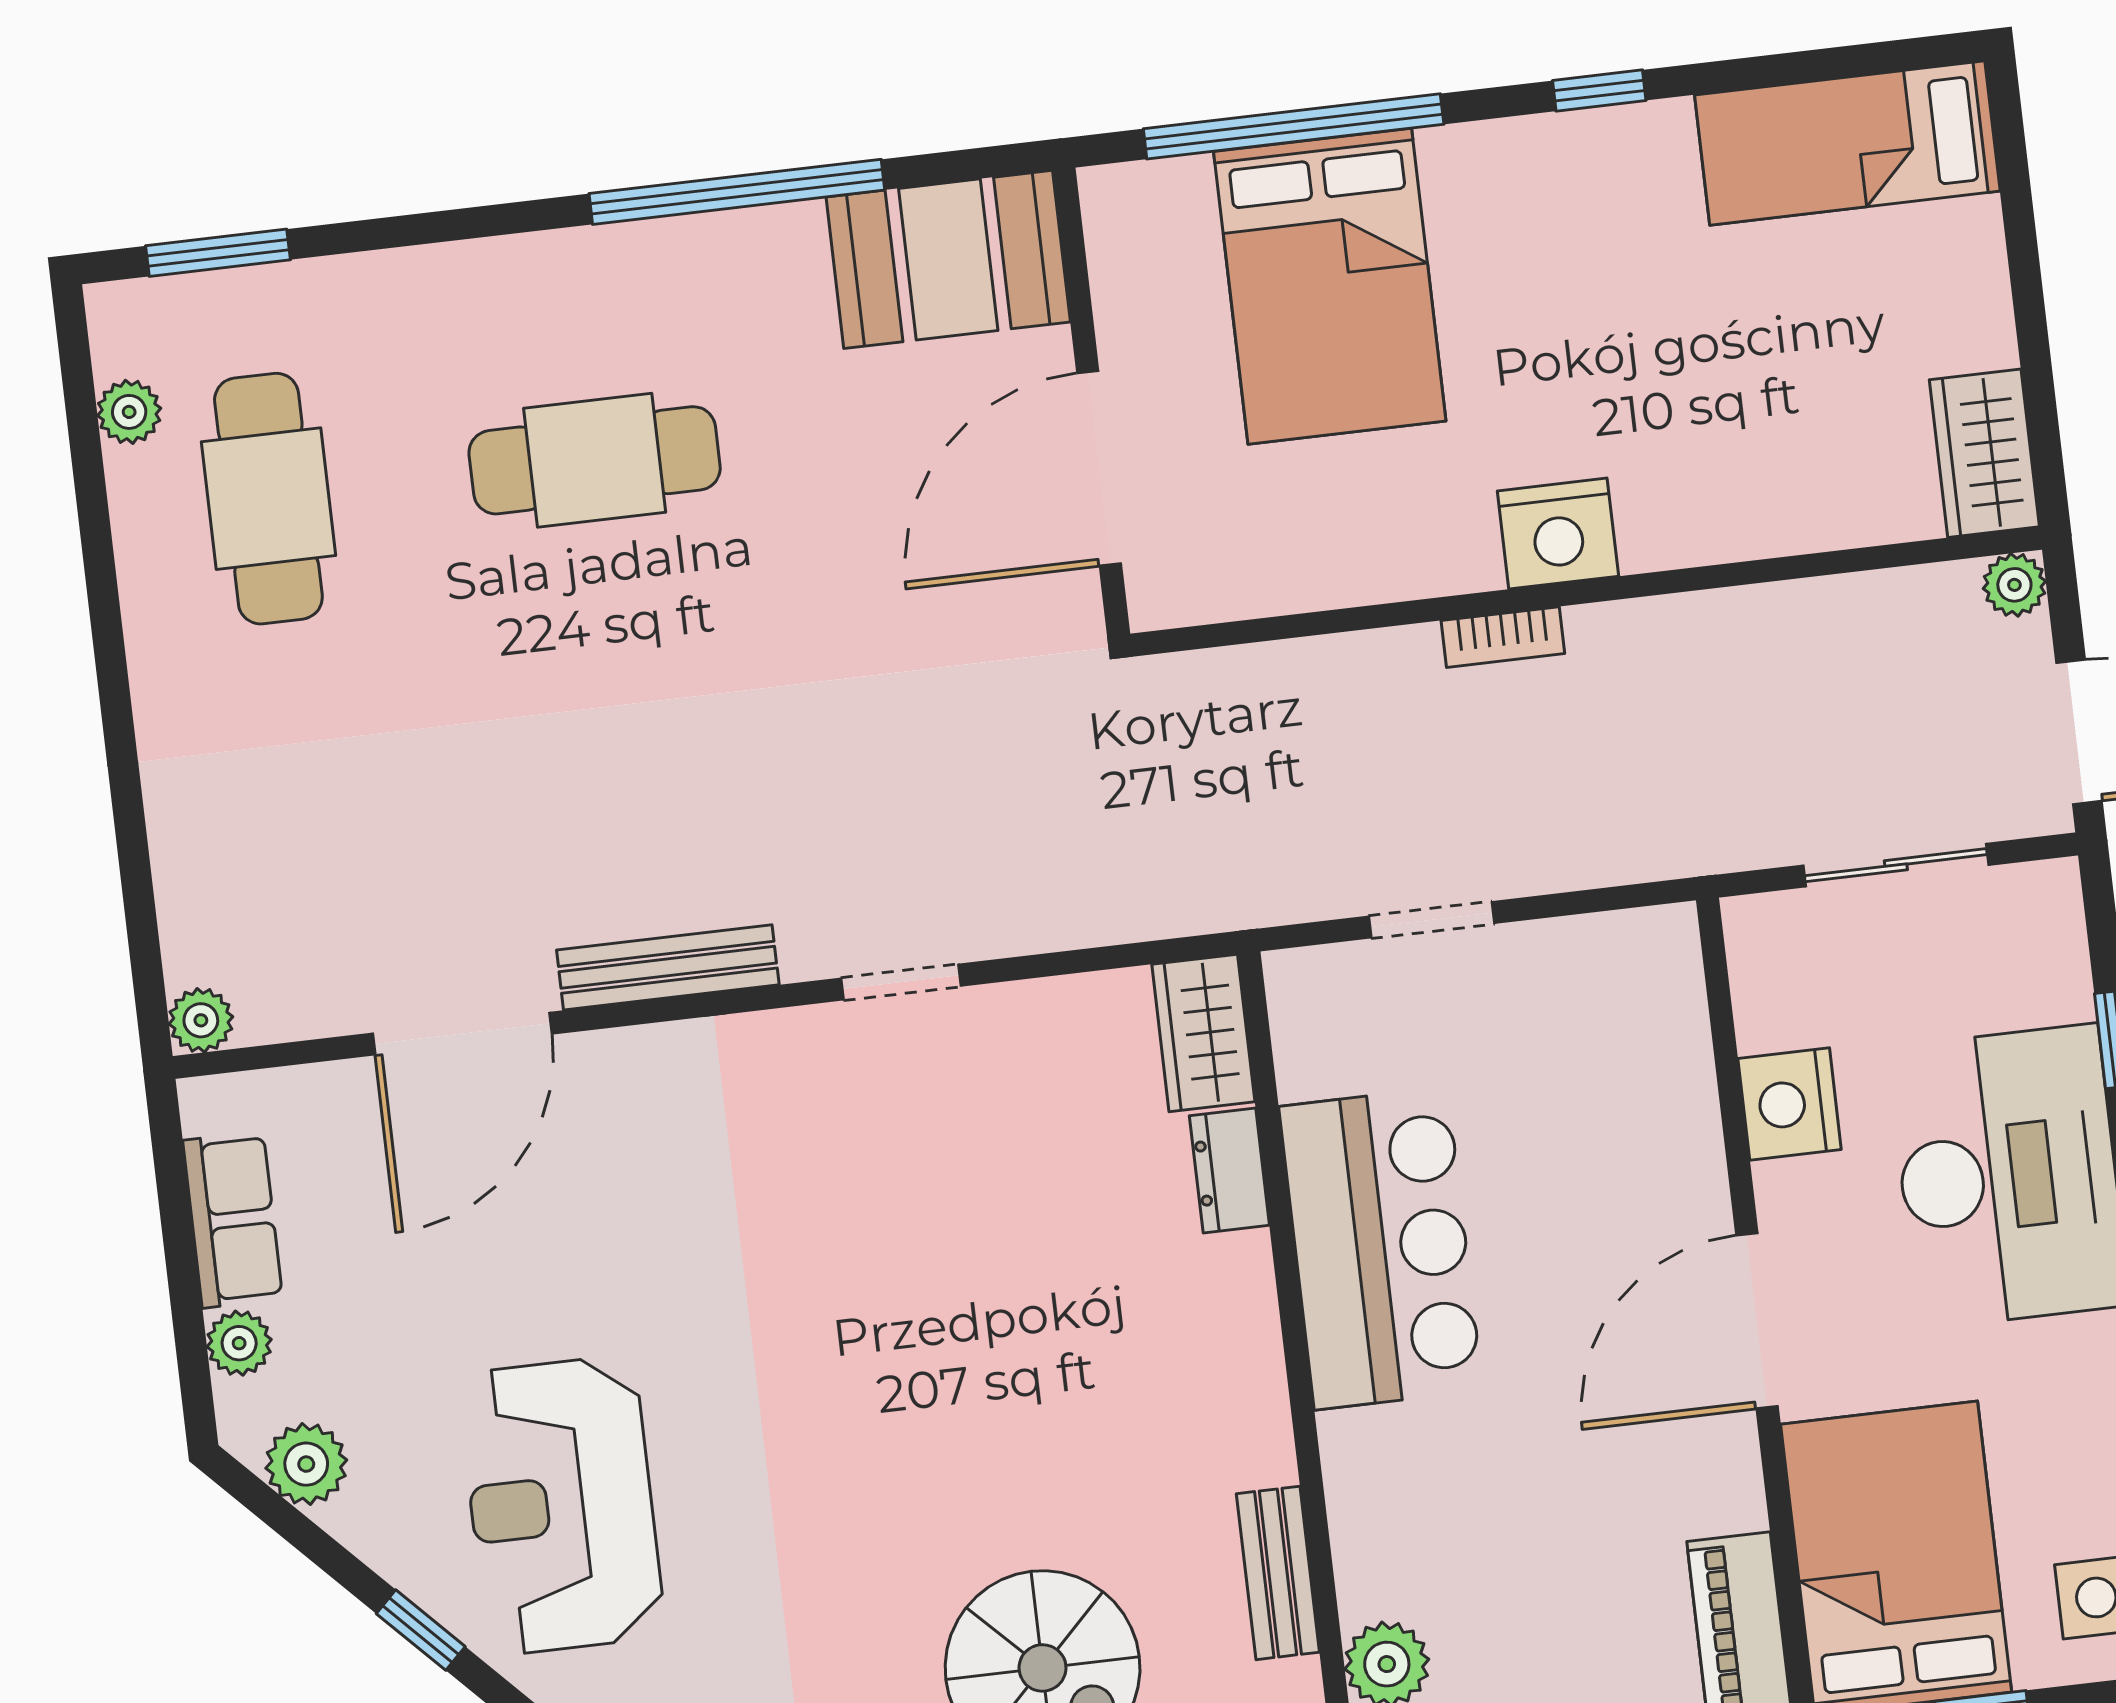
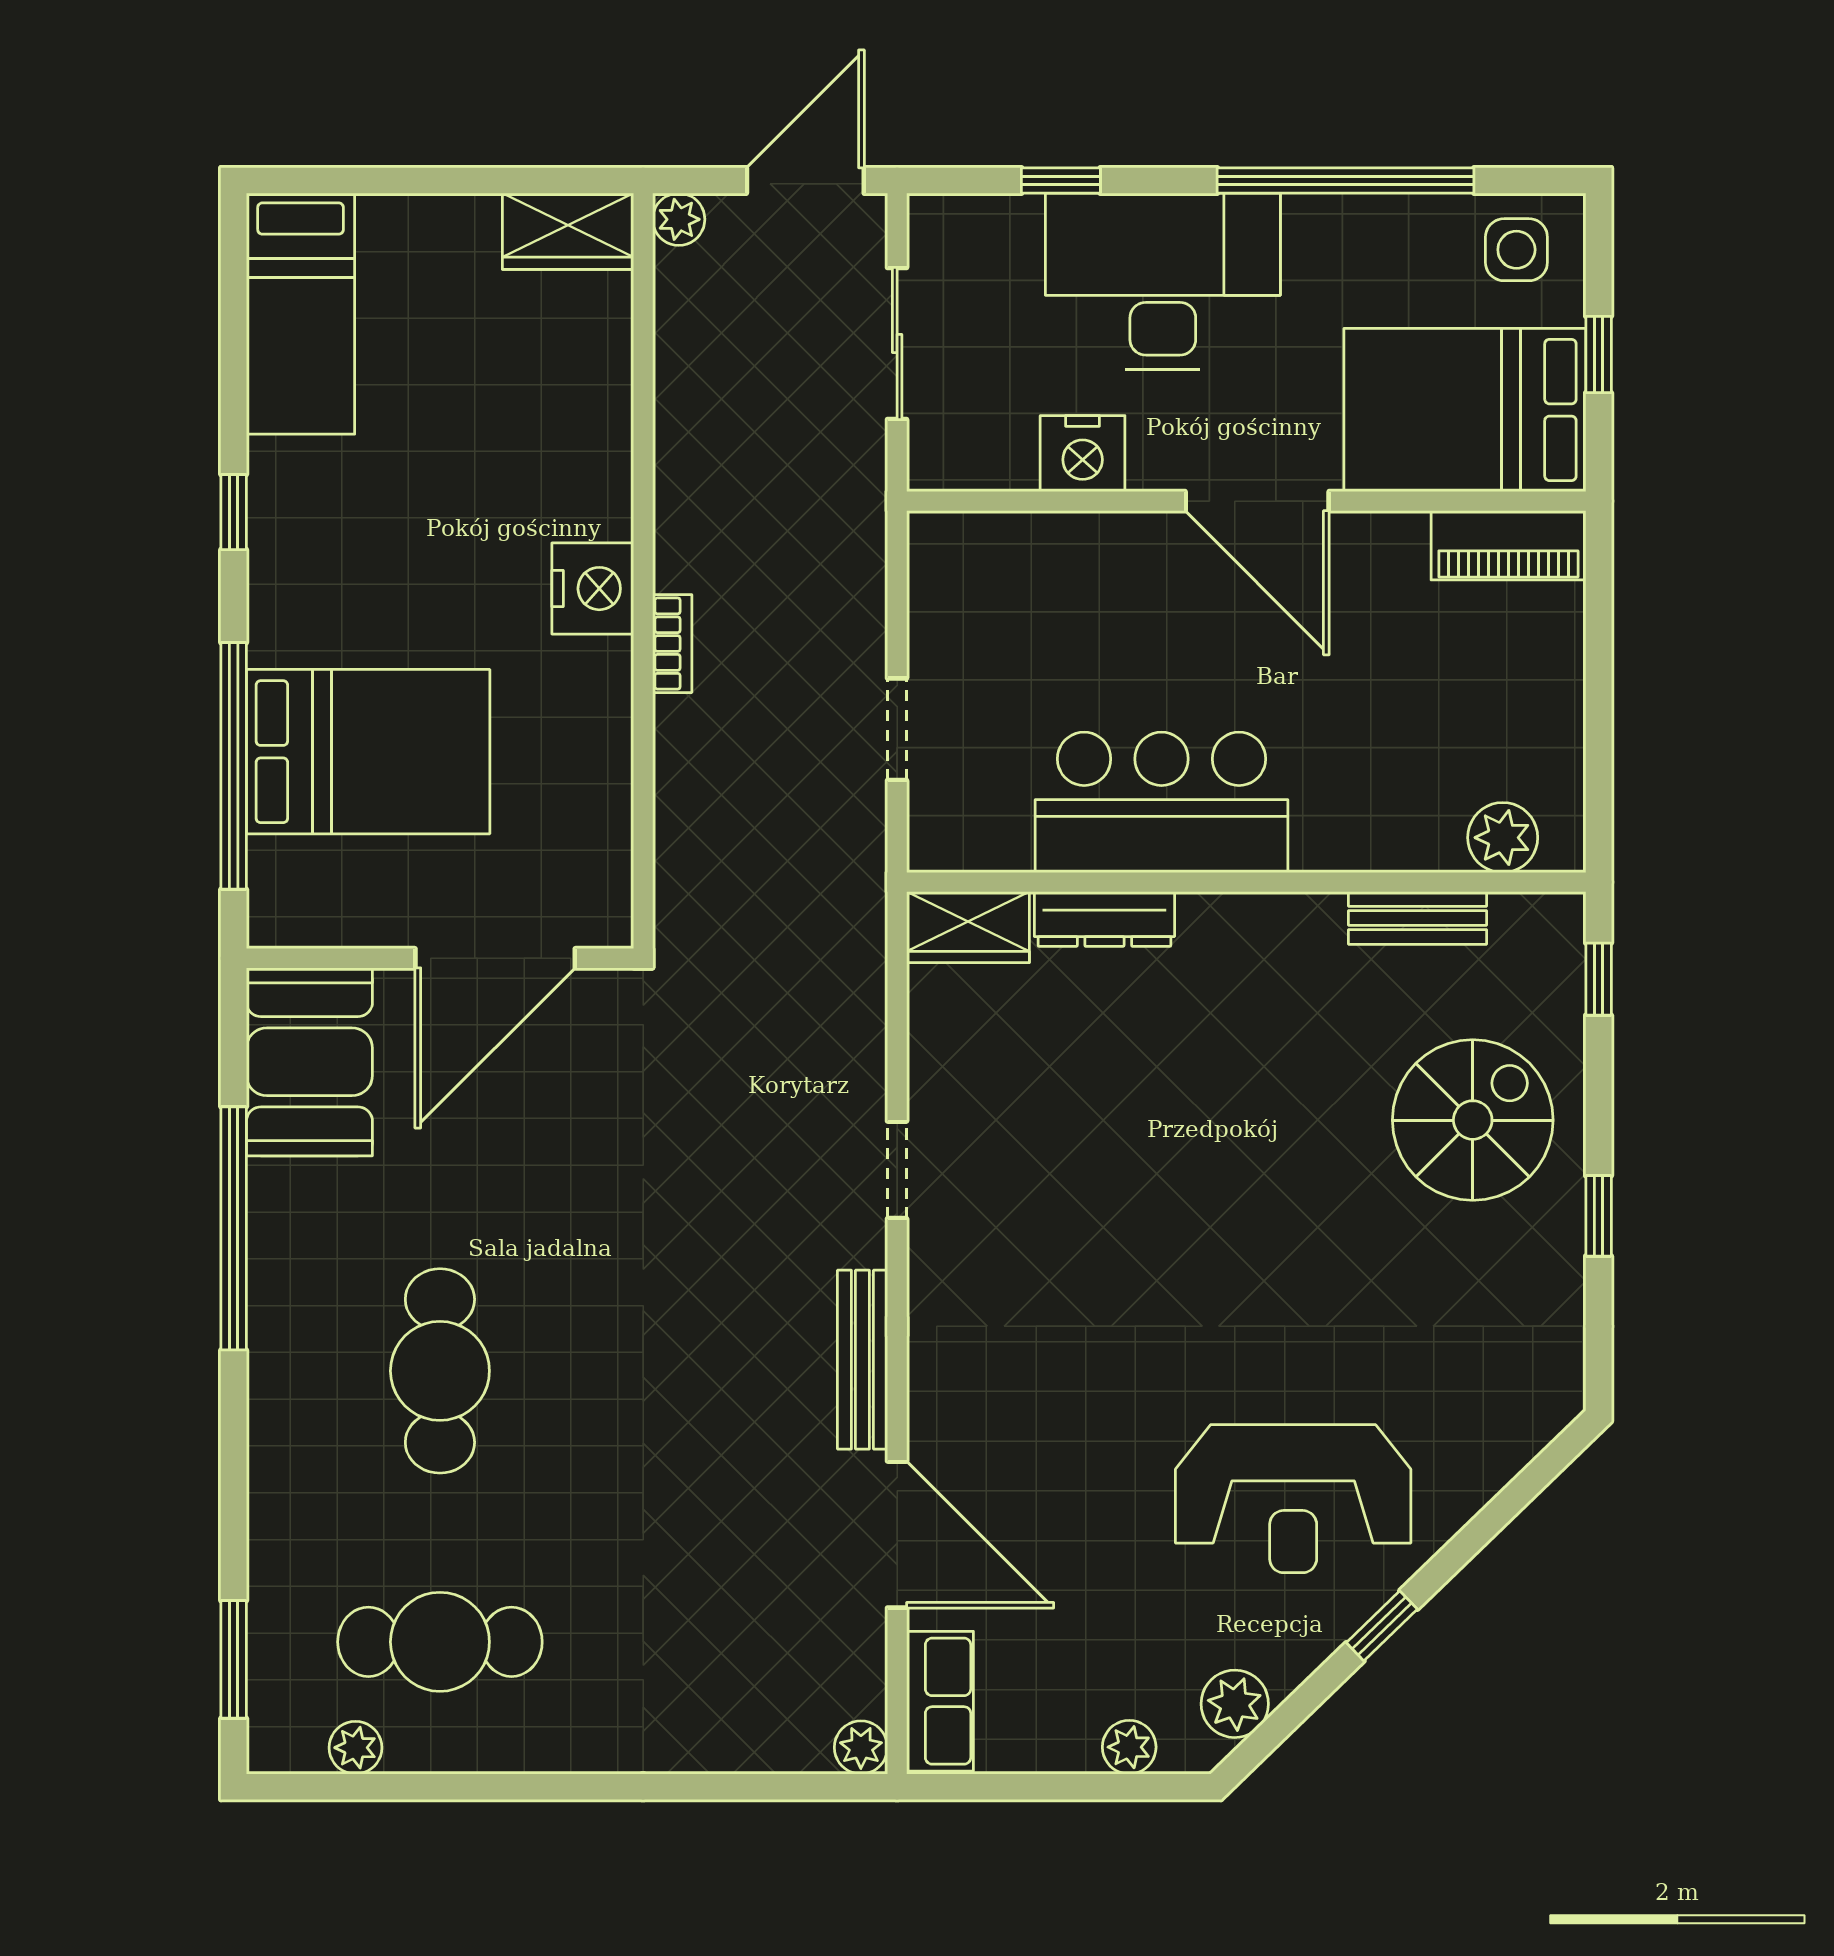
door: (1099, 468) -> (495, 958), hinge flipped
dresser: (1229, 1171) -> (1104, 919), width x1.44
row of seats: (233, 1220) -> (940, 1701), moved, turned 90

